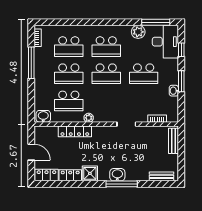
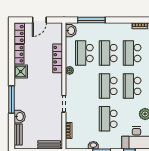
window: (31, 63) -> (91, 20), moved
washbasin: (117, 175) -> (20, 117), moved

